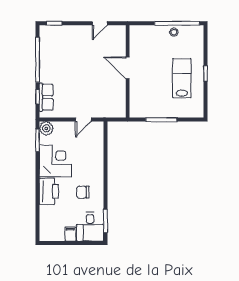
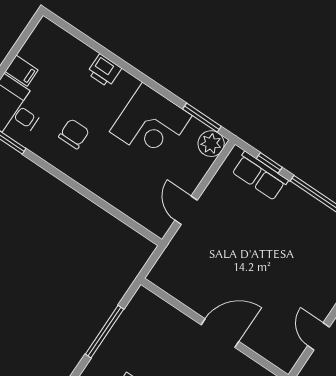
printer: (49, 191) -> (104, 71), width x0.53, depth x0.68

